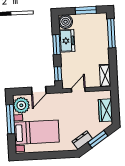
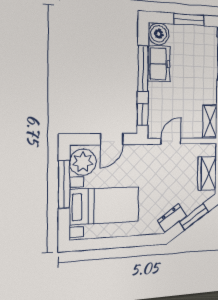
window: (56, 45) -> (143, 69), width x1.44

